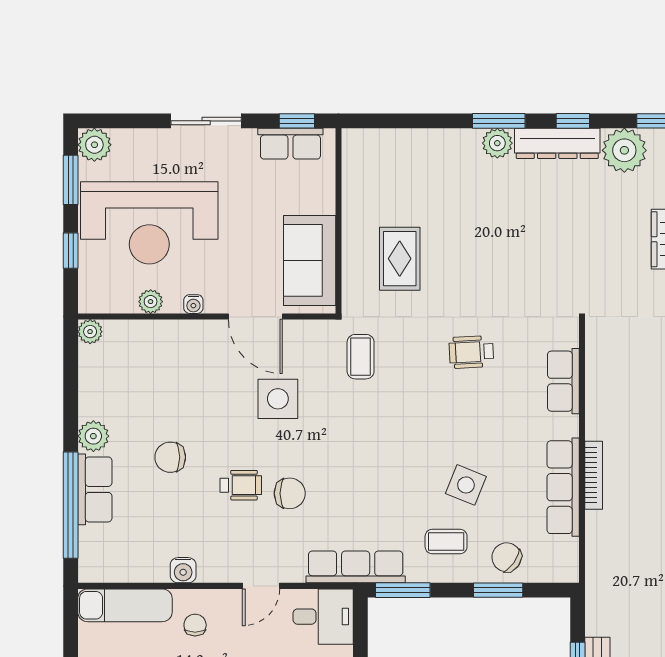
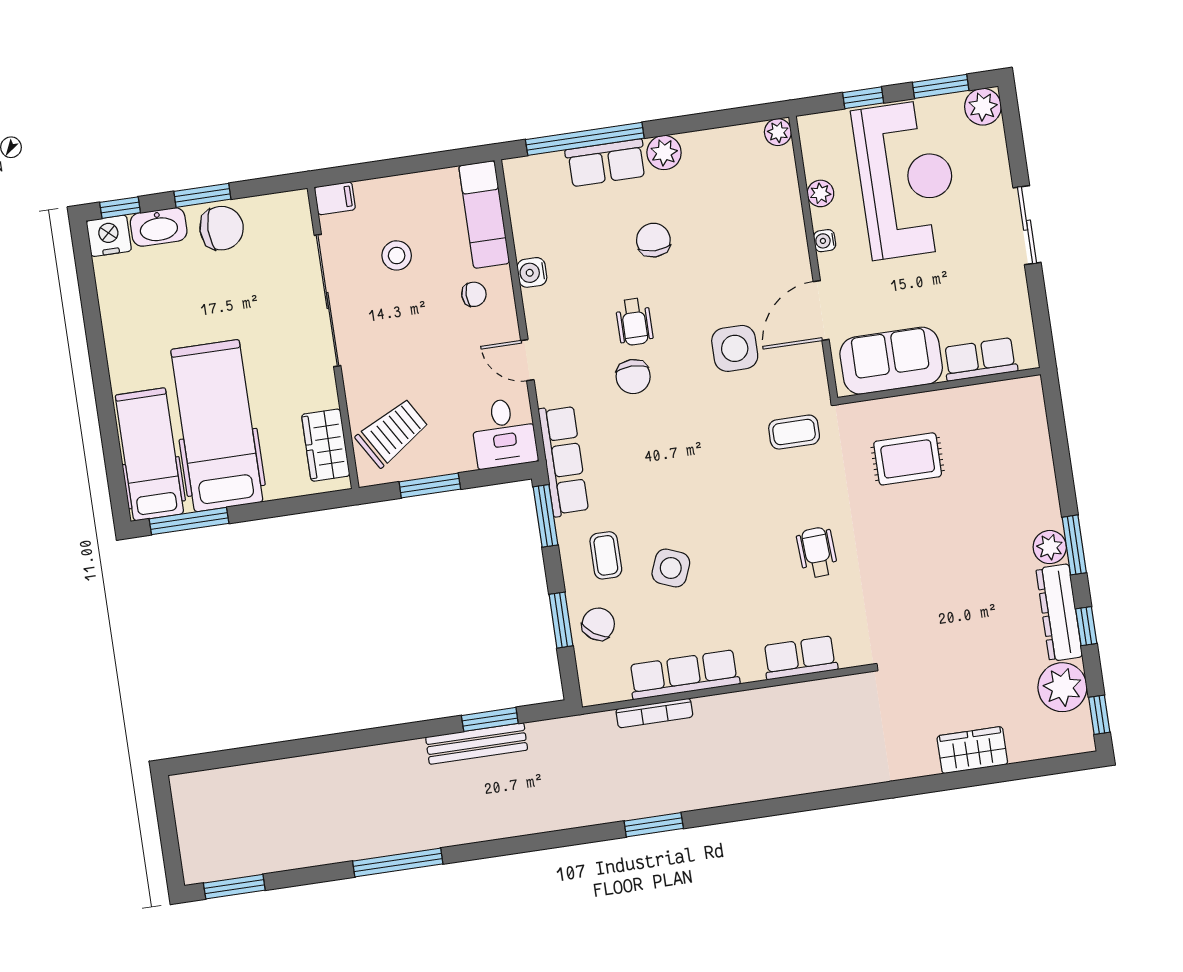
window: (297, 121) -> (1042, 324), removed
row of seats: (290, 144) -> (980, 359), moved, turned 90
reception desk: (149, 223) -> (906, 179), turned 180
bookcase: (594, 475) -> (654, 713), moved

